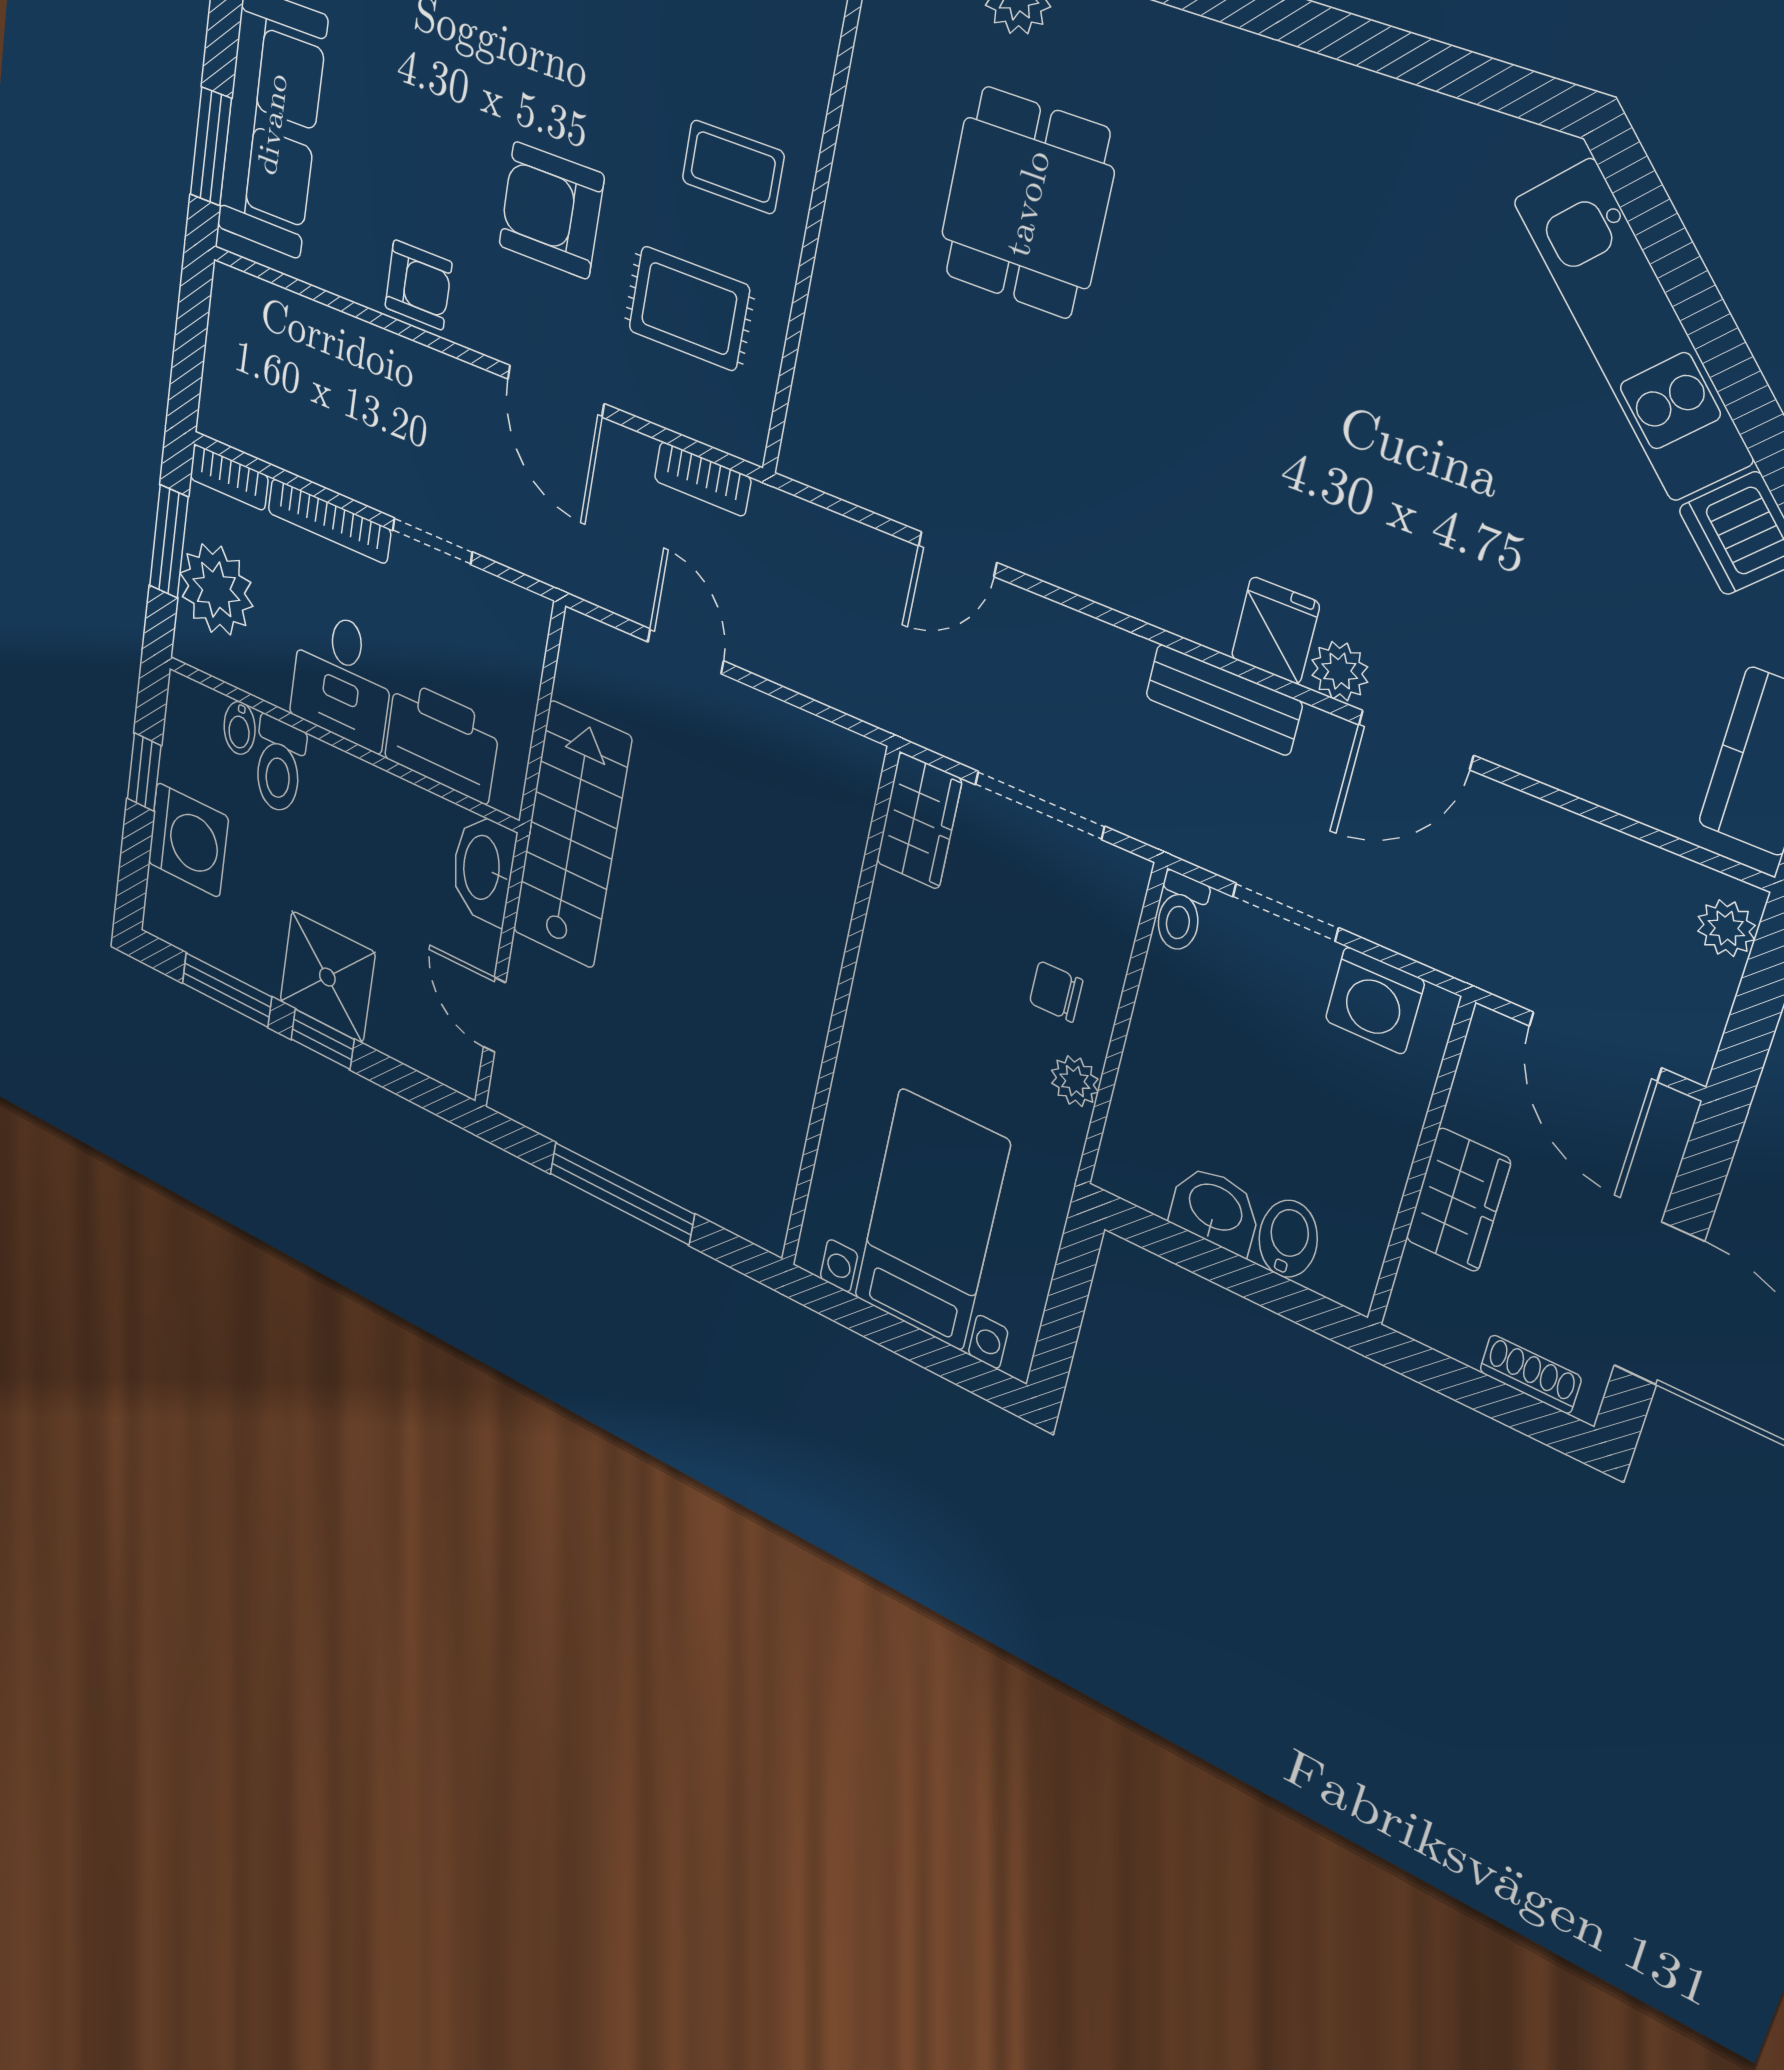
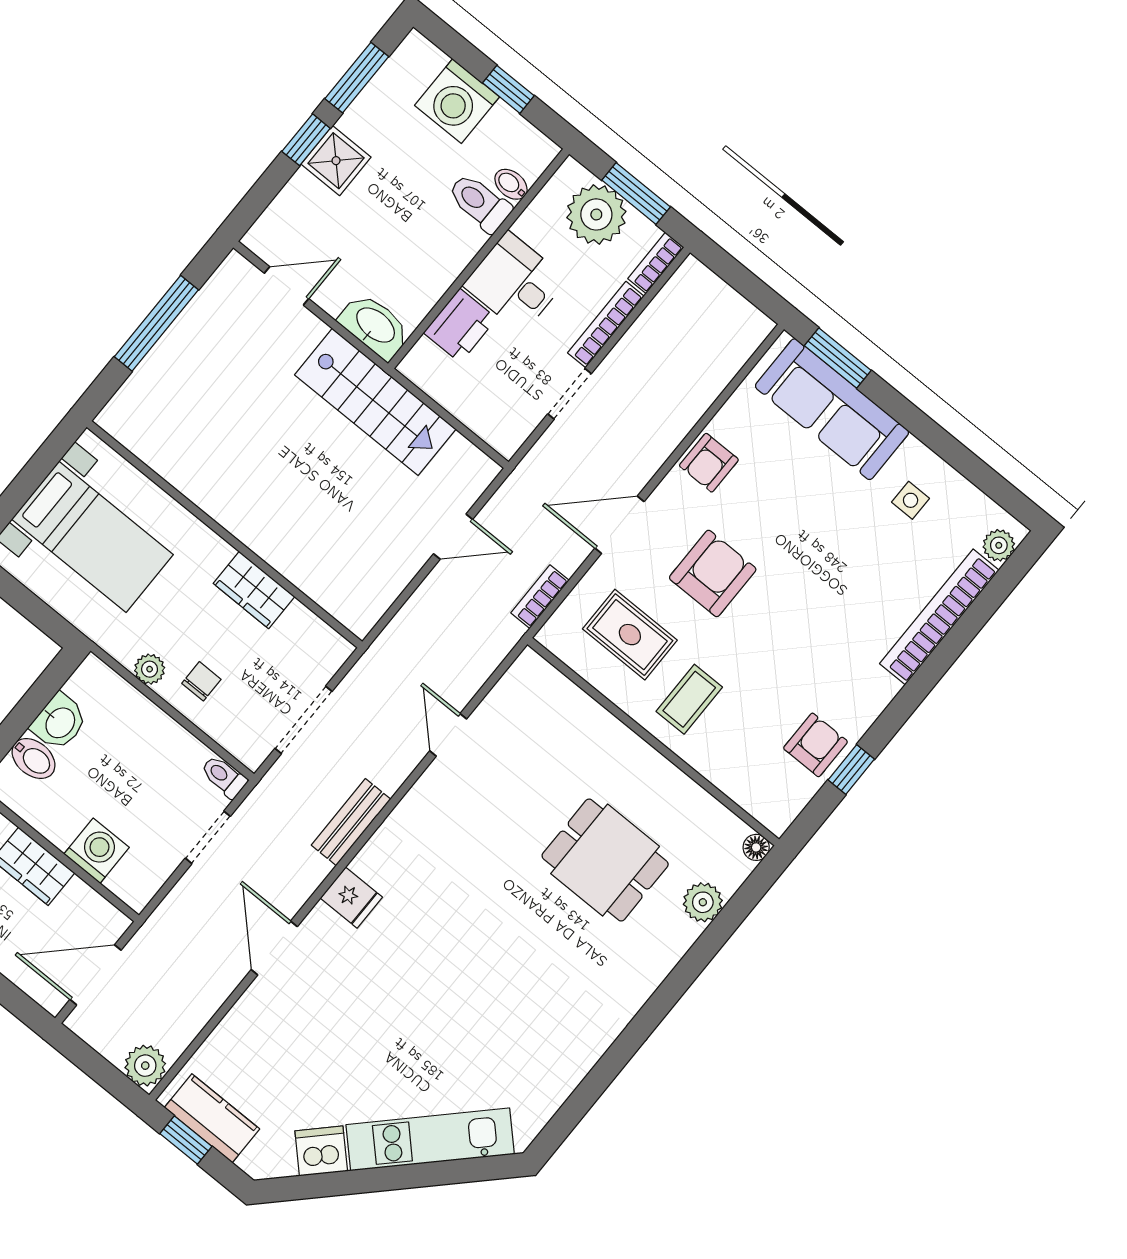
rug: (689, 308) -> (630, 635), turned 90
plant: (1340, 671) -> (320, 923), removed
bench: (1224, 700) -> (351, 822), moved
printer: (442, 741) -> (460, 326), width x0.73, depth x0.84
wardrobe: (919, 821) -> (254, 590), moved
plant: (1726, 928) -> (145, 1066), width x1.38, depth x1.38
shower: (327, 977) -> (336, 161), width x0.73, depth x0.73
washing machine: (1375, 1001) -> (97, 851), moved, turned 90

